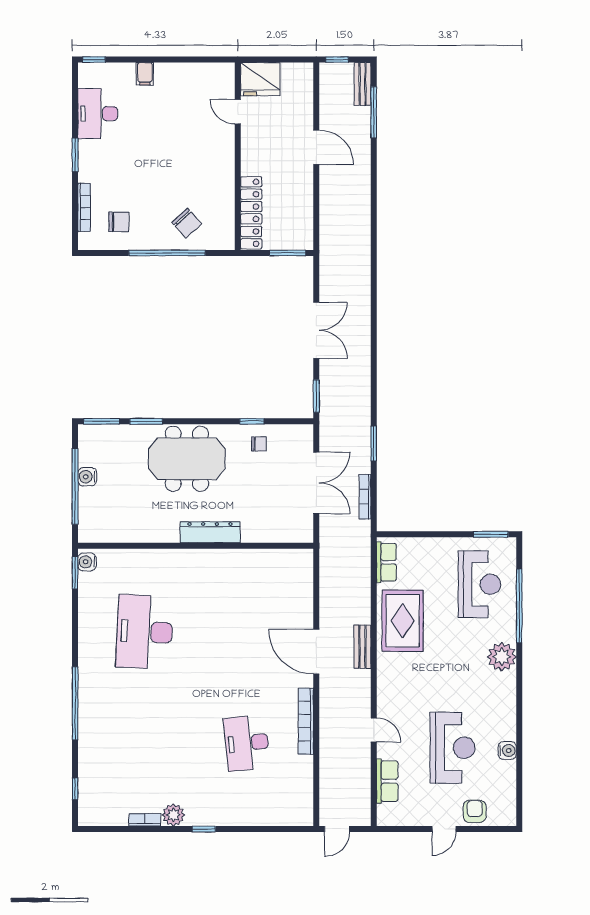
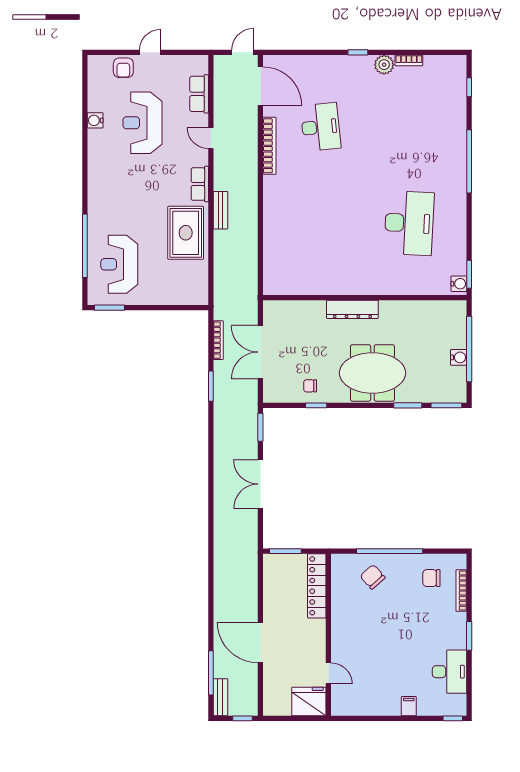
door: (316, 147) -> (260, 643), width x1.36
row of seats: (386, 562) -> (200, 184), moved
door: (316, 652) -> (260, 86), moved
plant: (502, 657) -> (100, 202), removed

